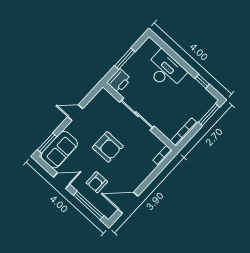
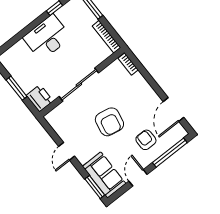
desk: (165, 70) -> (47, 37), moved
armchair: (108, 147) -> (109, 122), turned 101
armchair: (97, 182) -> (146, 140), turned 180

